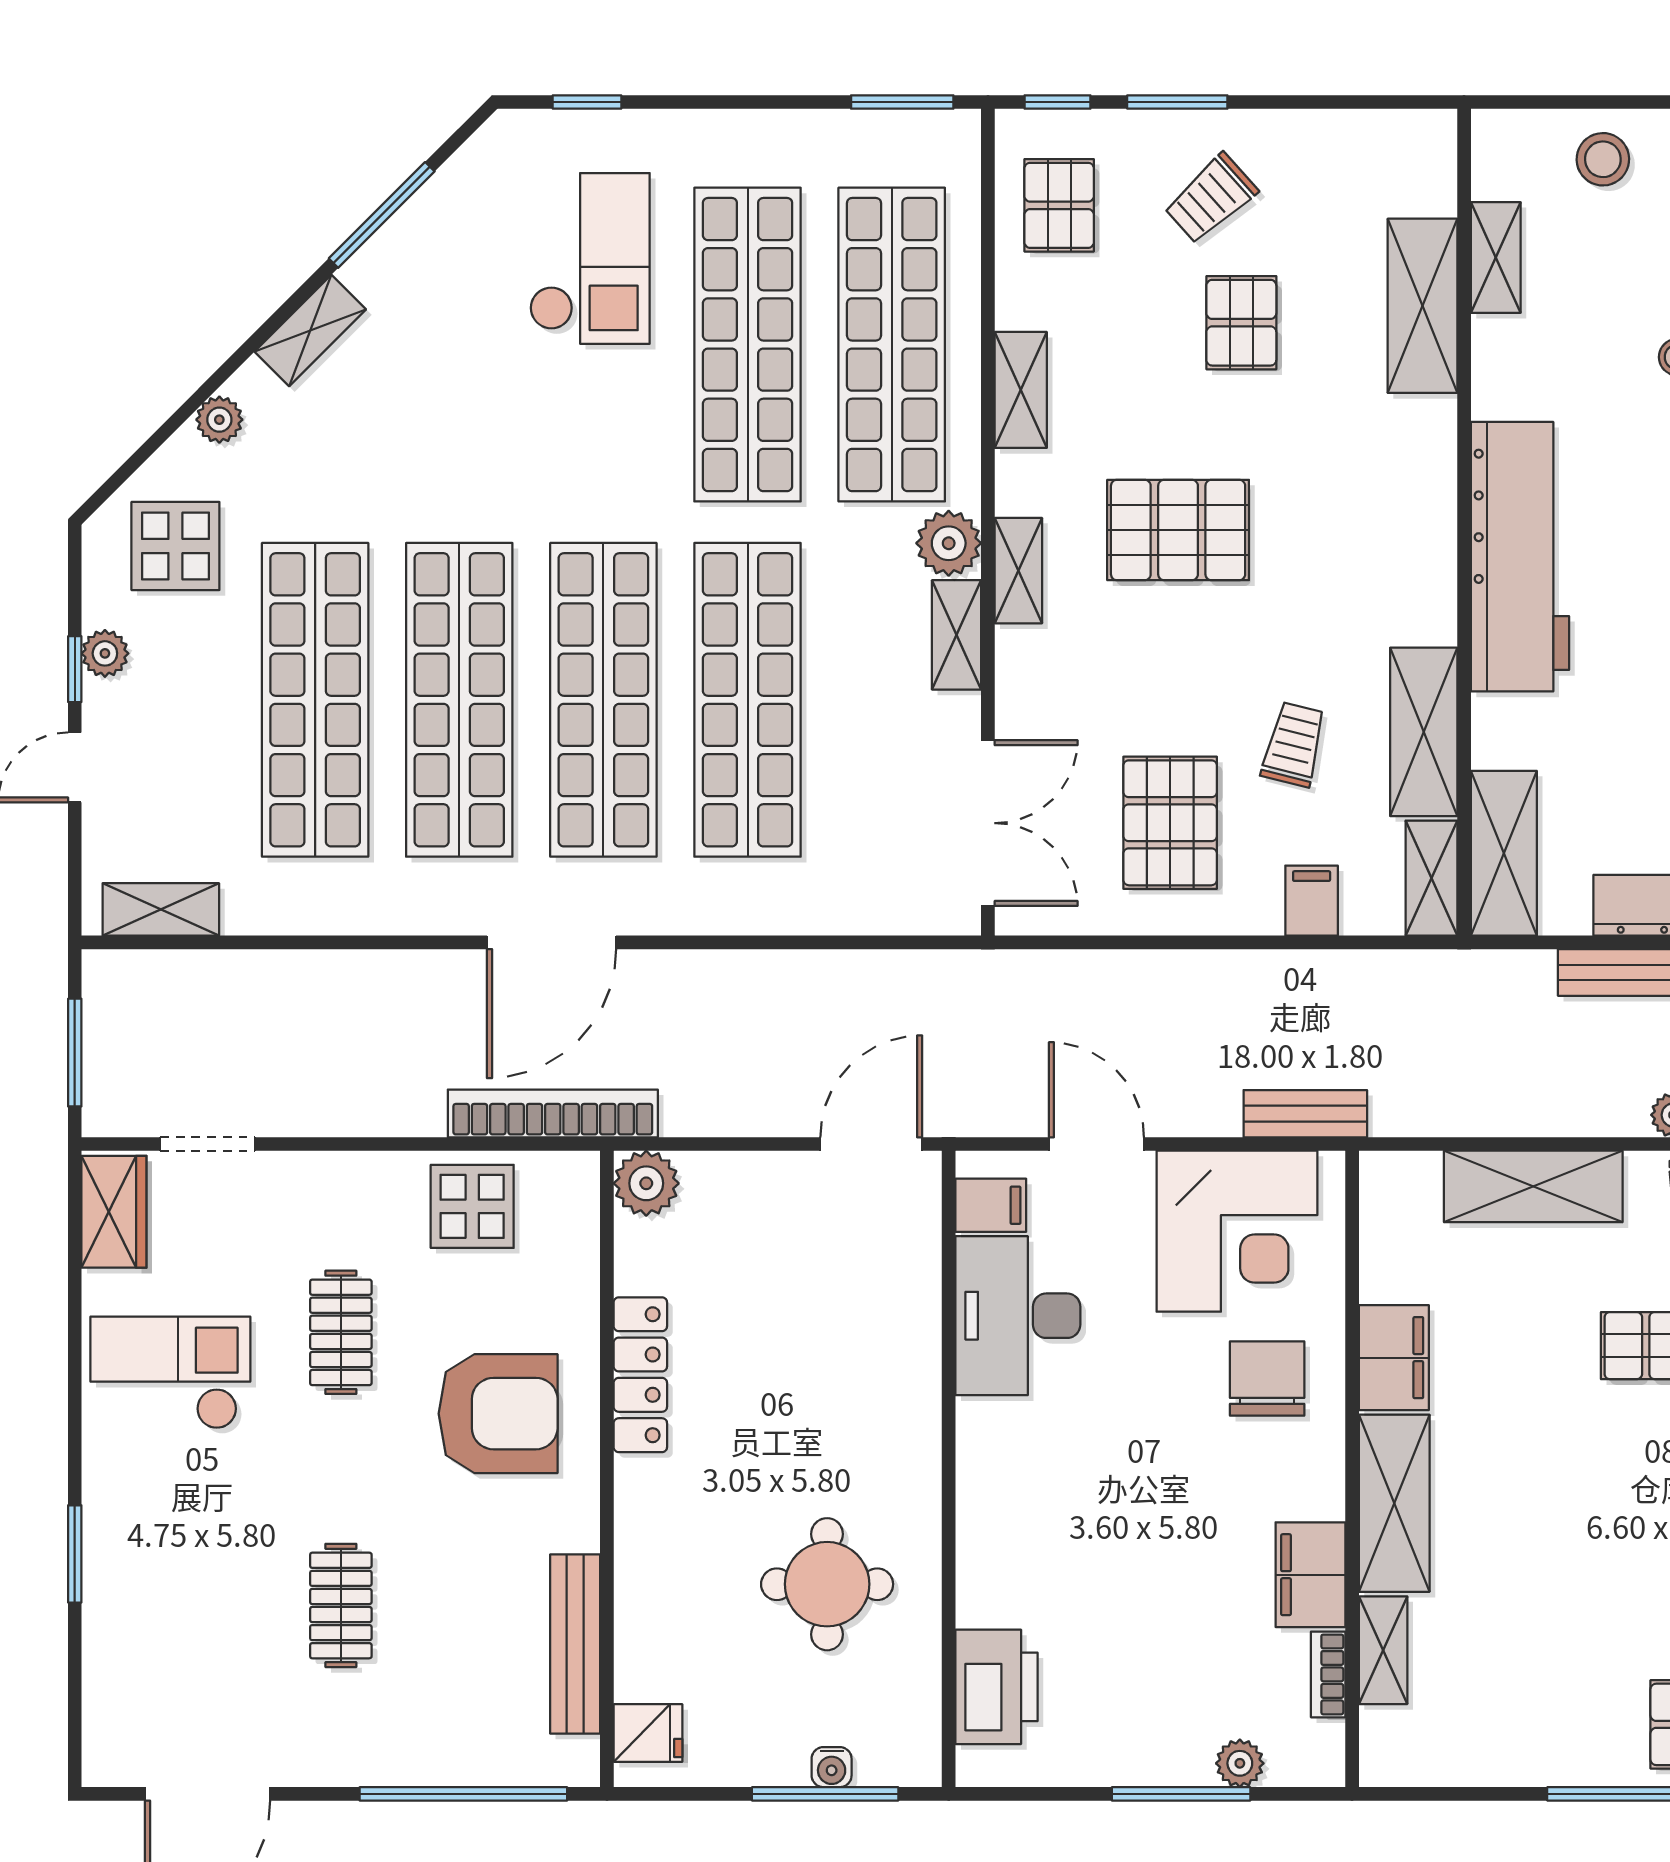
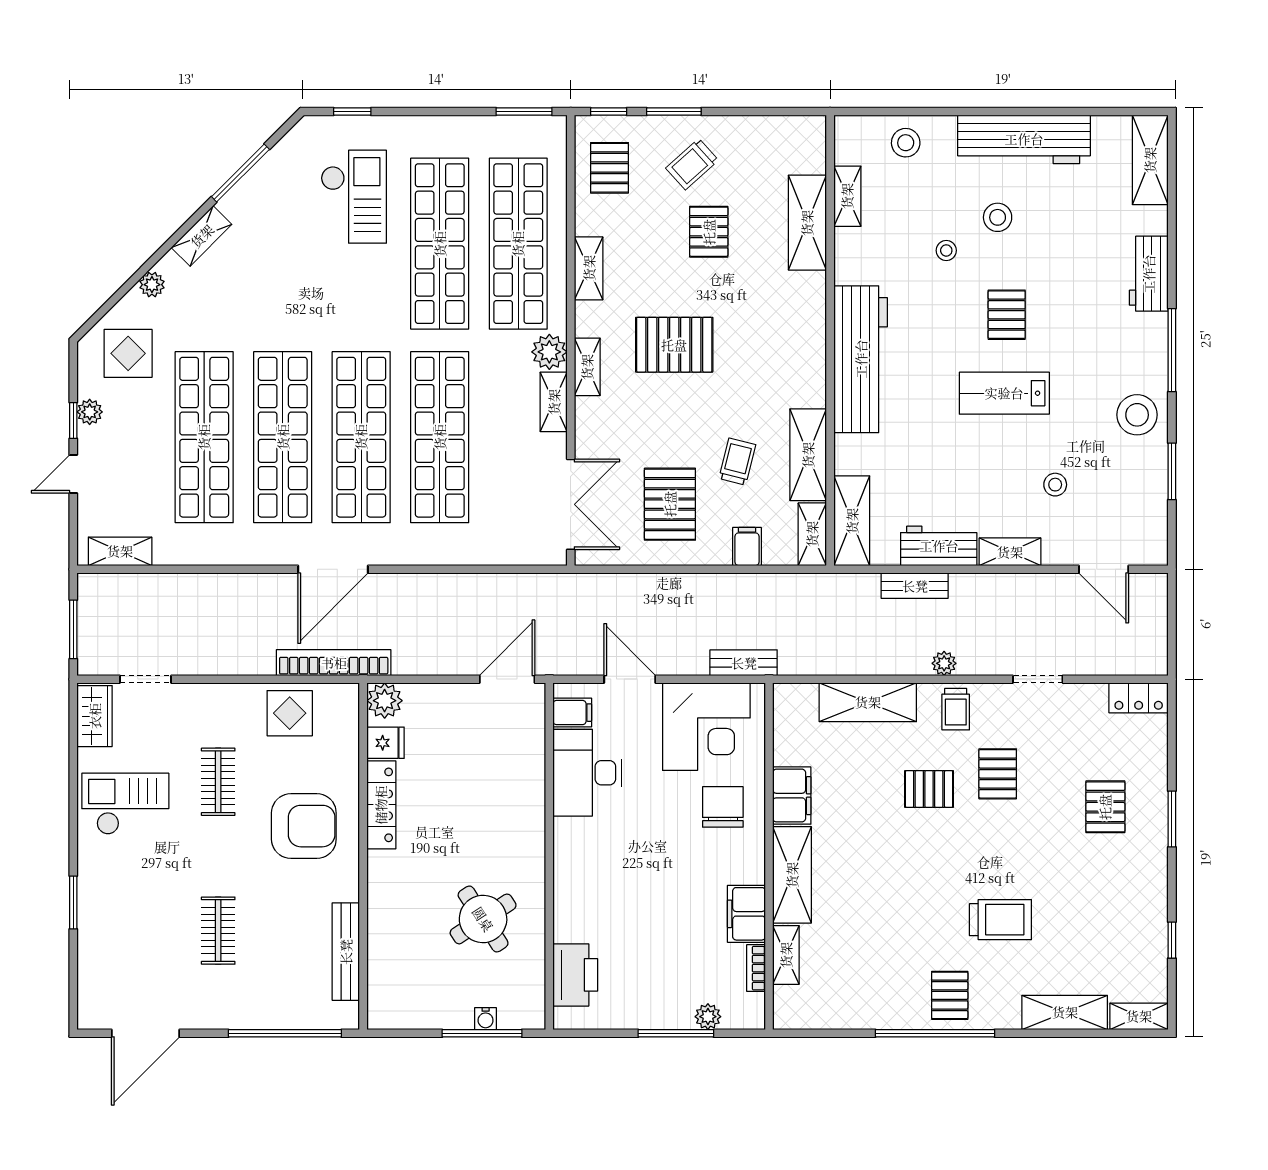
round table: (827, 1584) -> (483, 919), turned -33
fridge: (648, 1733) -> (386, 743), moved

